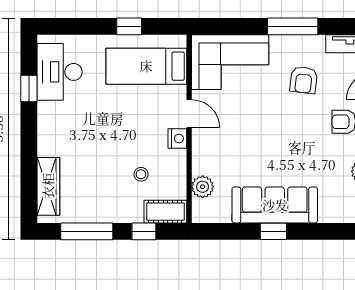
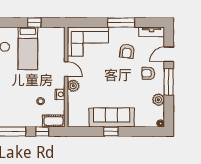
bed: (146, 66) -> (28, 48), moved, turned -90
nightstand: (177, 139) -> (60, 94), moved
plant: (203, 187) -> (73, 86), moved

